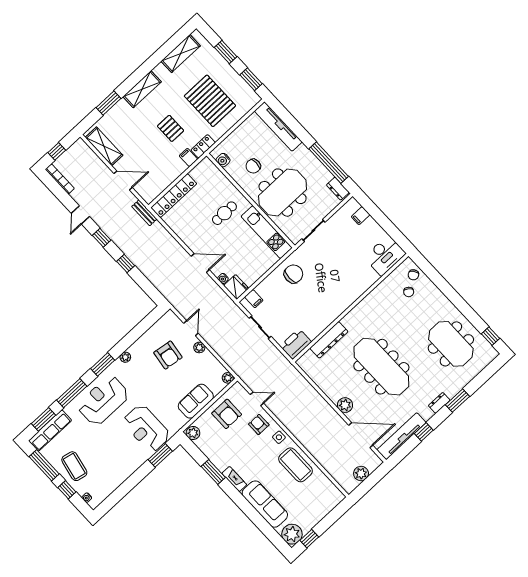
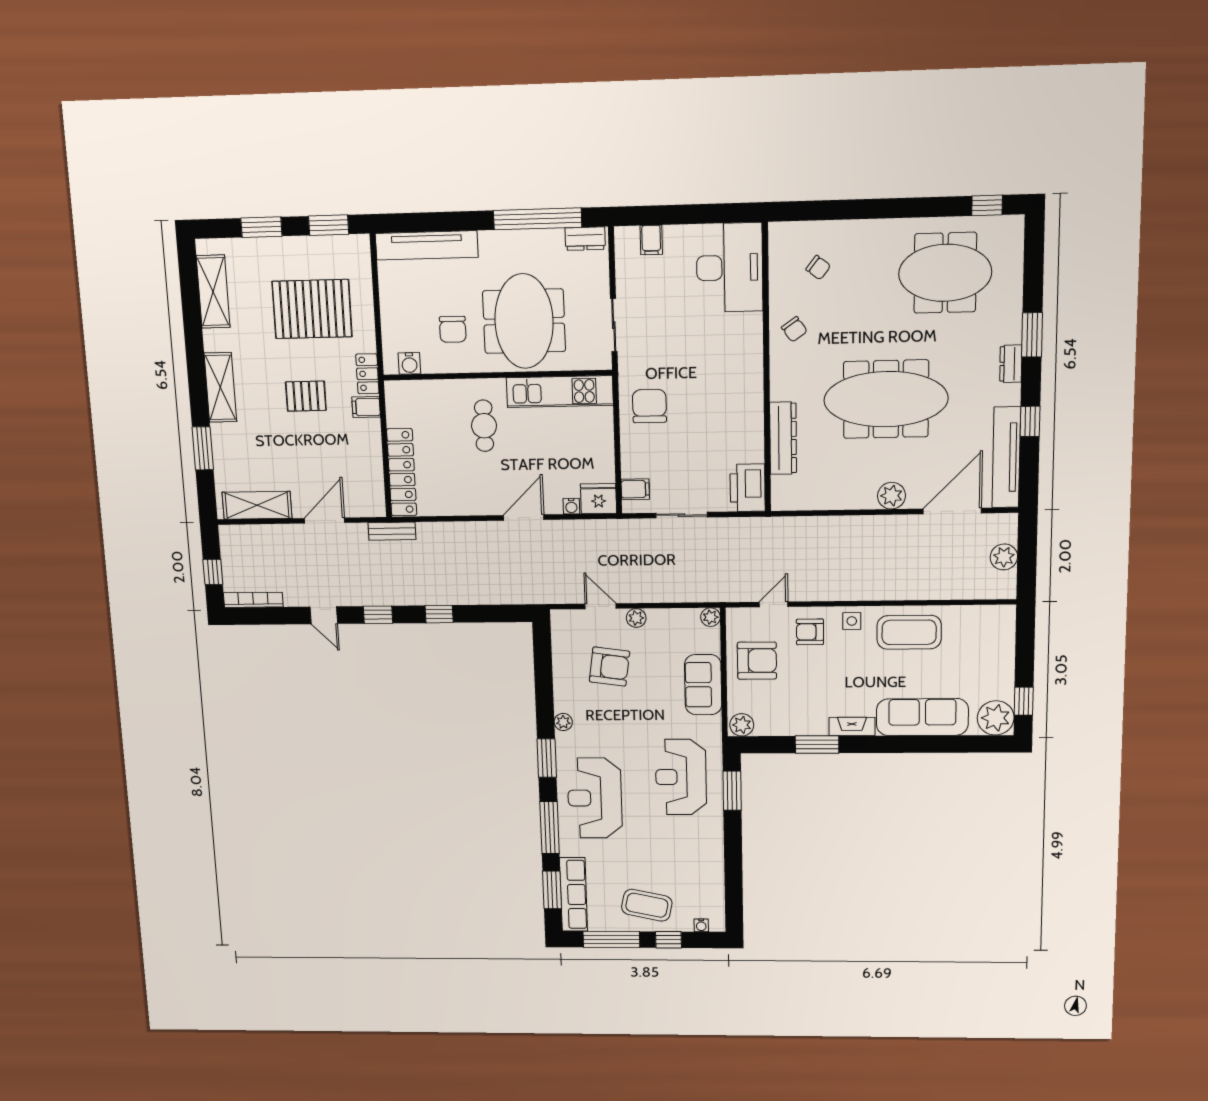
desk: (385, 255) -> (730, 268), width x1.36, depth x1.30
chair: (413, 275) -> (794, 329), moved
reception desk: (146, 428) -> (681, 777), turned 90

